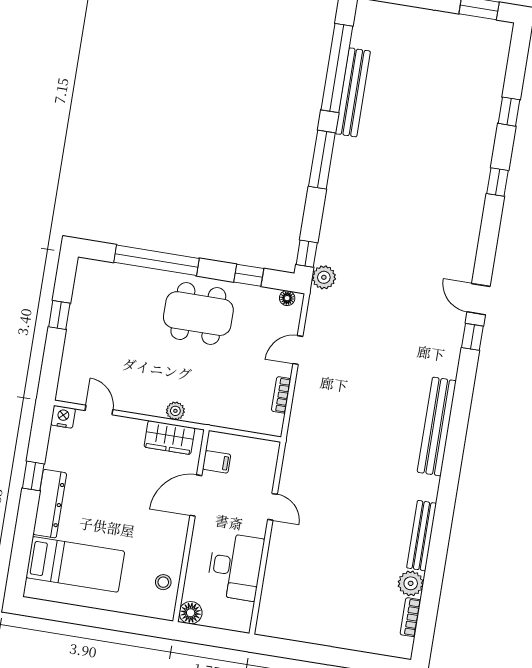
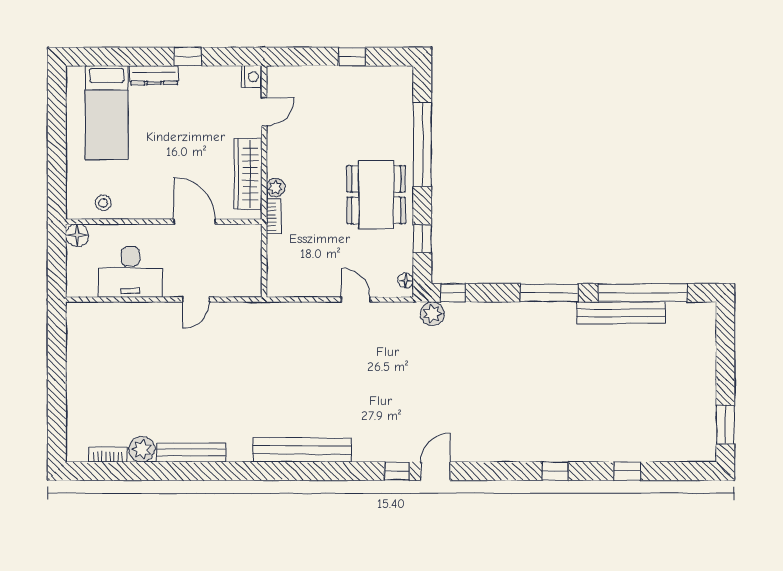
bookcase: (281, 395) -> (273, 216), moved, turned 90
wardrobe: (169, 438) -> (248, 174), width x1.50
filing cabinet: (217, 462) -> (231, 237), removed
dresser: (50, 504) -> (154, 75), width x0.73, depth x0.80

